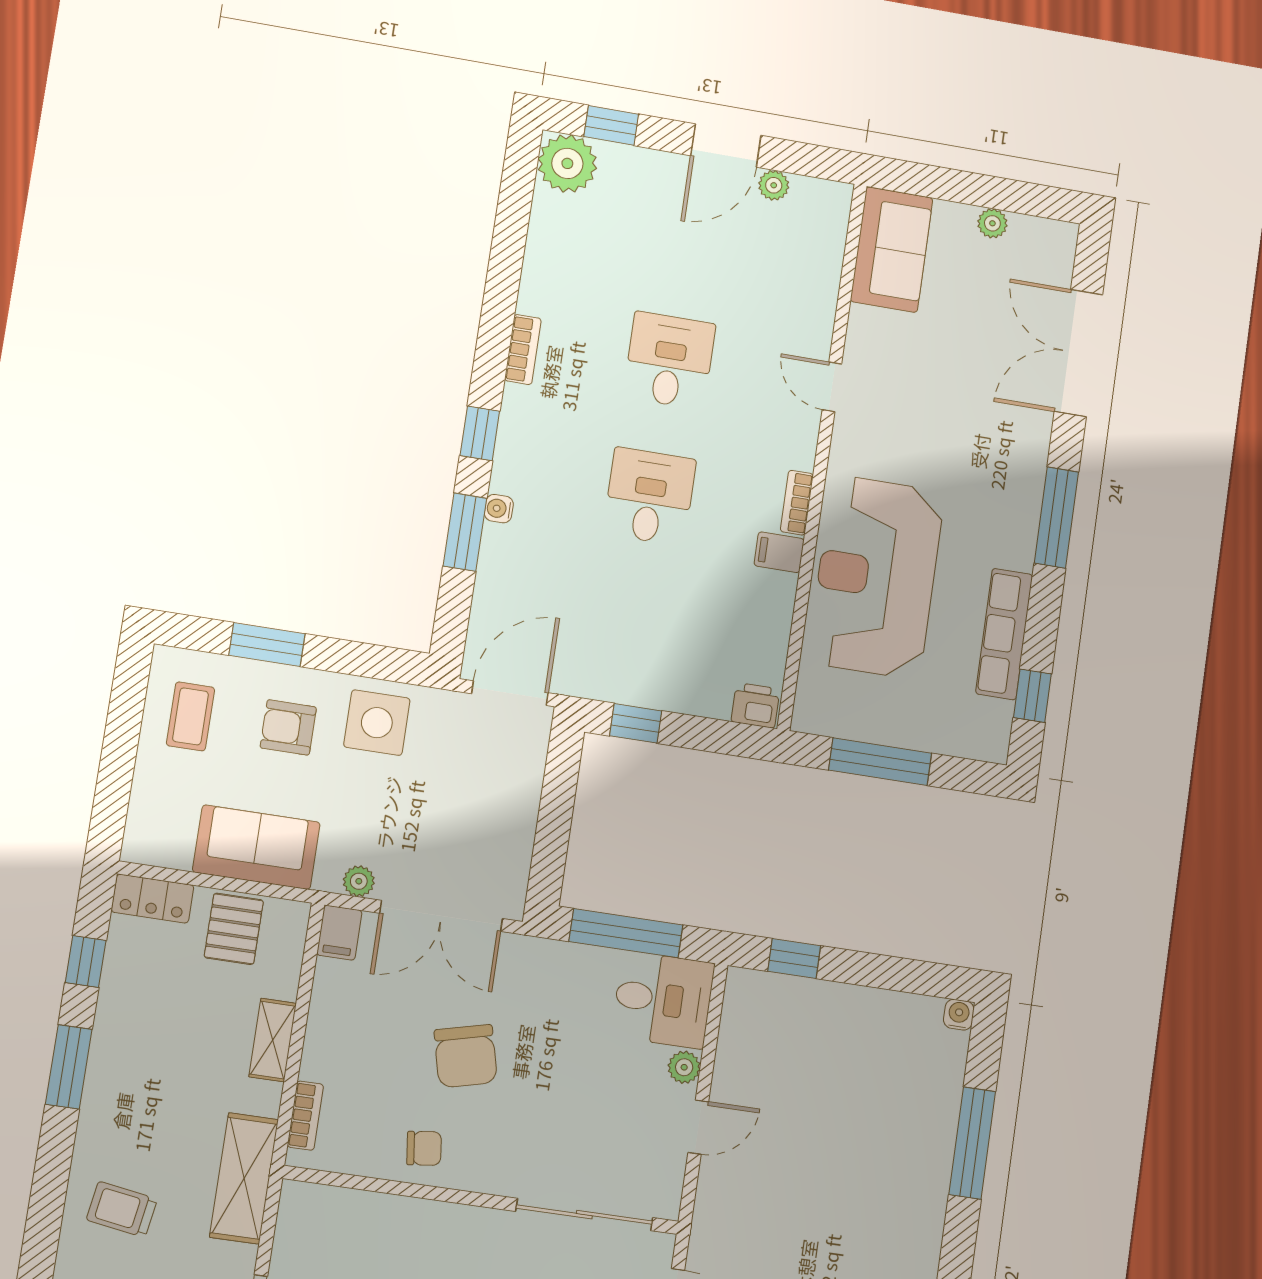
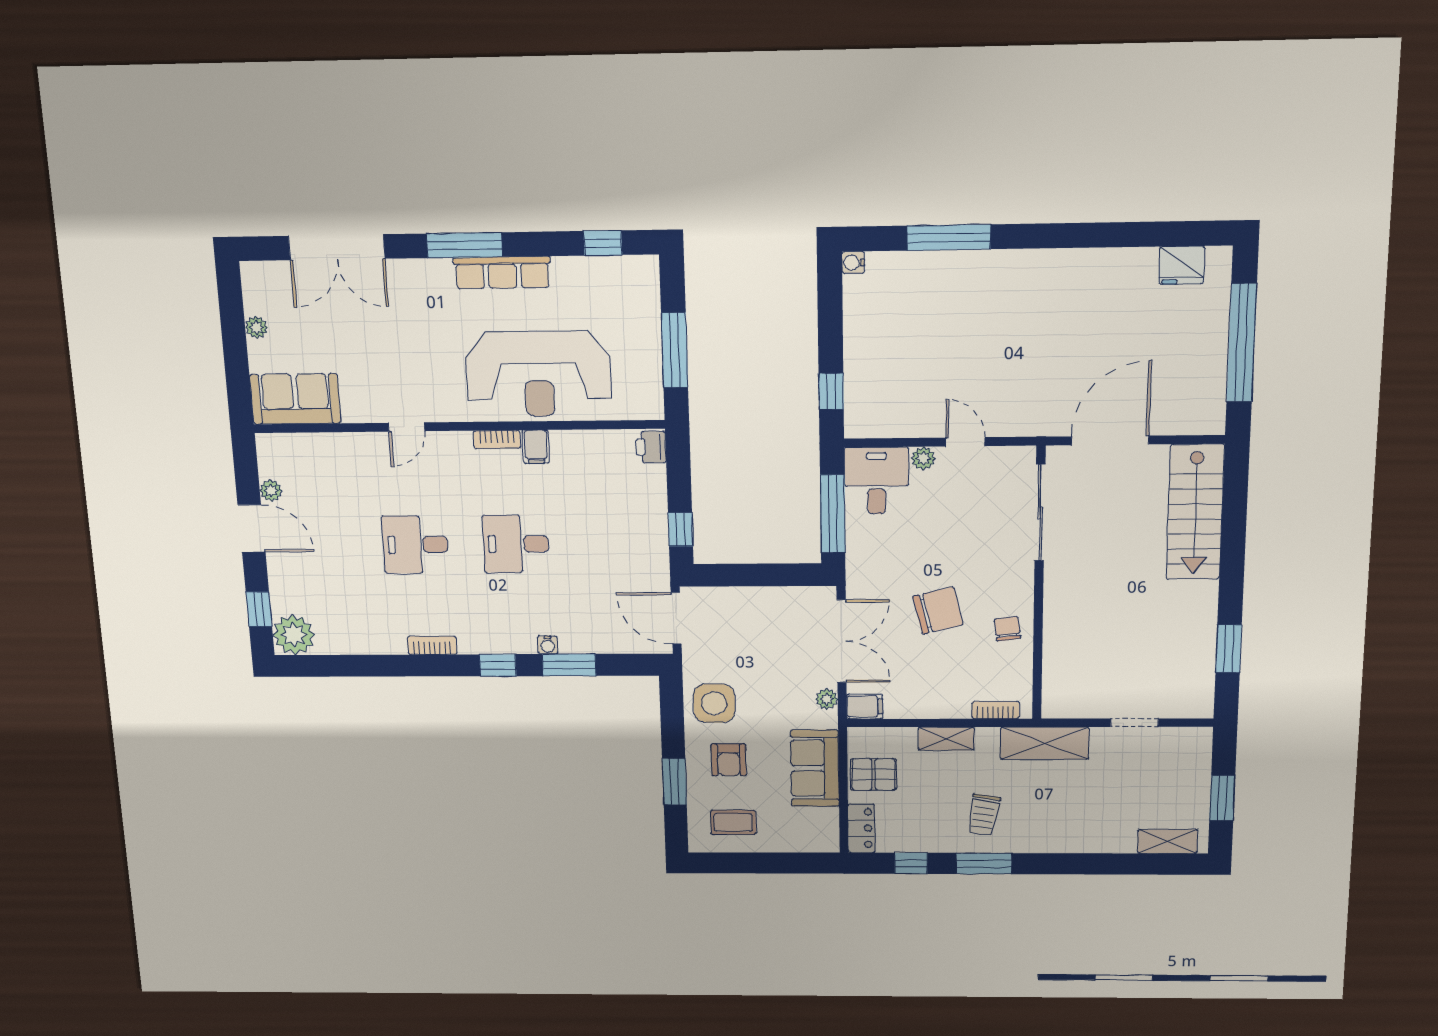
row of seats: (1004, 634) -> (502, 273), moved
trolley: (122, 1209) -> (984, 815), moved

